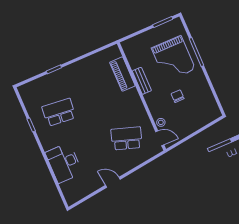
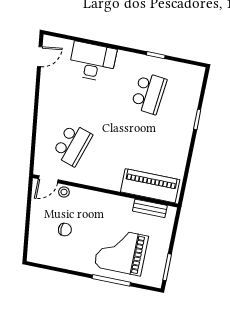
piano: (122, 74) -> (150, 186), width x1.37, depth x1.33
bench: (142, 81) -> (150, 208), moved
chair: (178, 96) -> (65, 230), moved
door: (113, 182) -> (40, 57), moved

